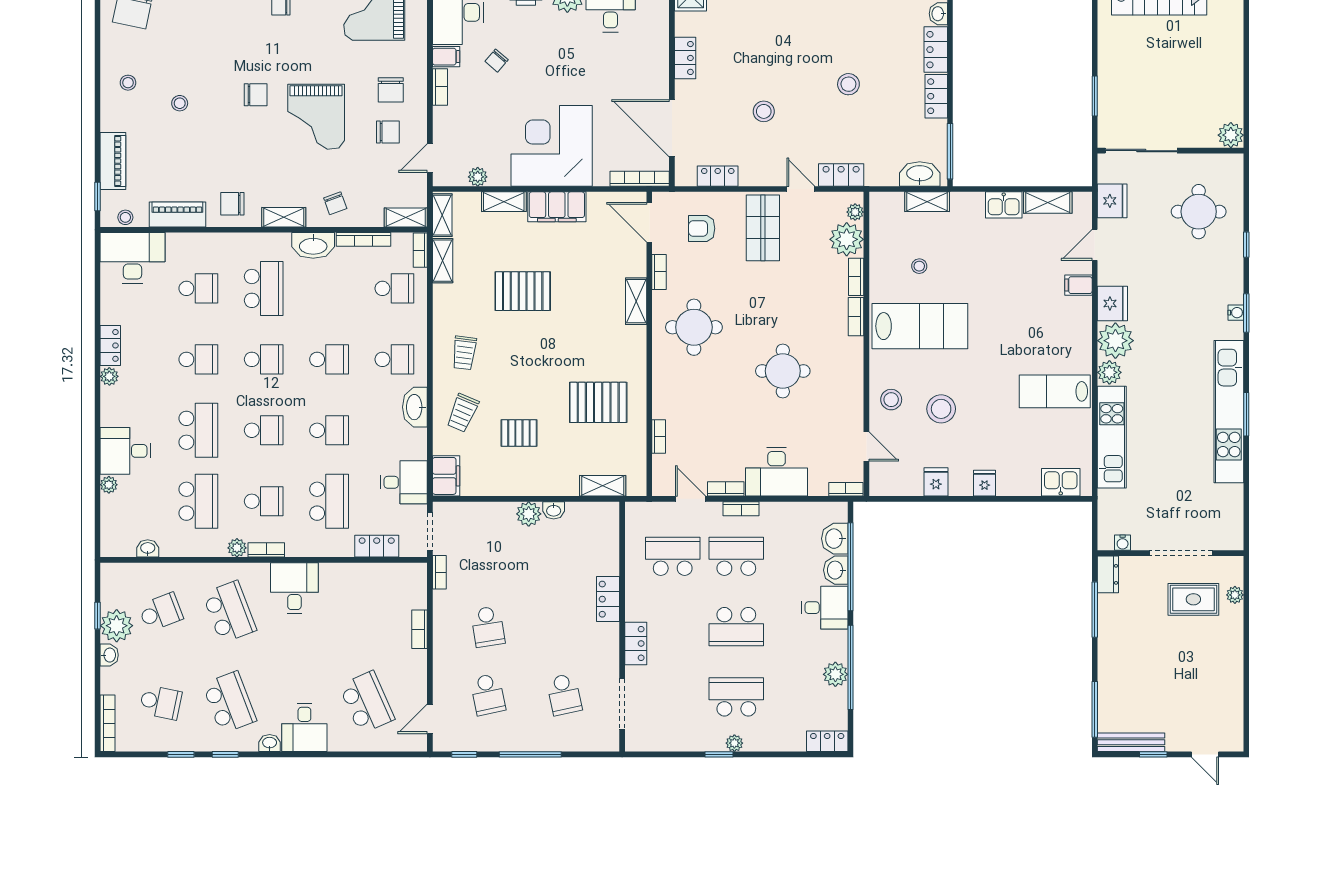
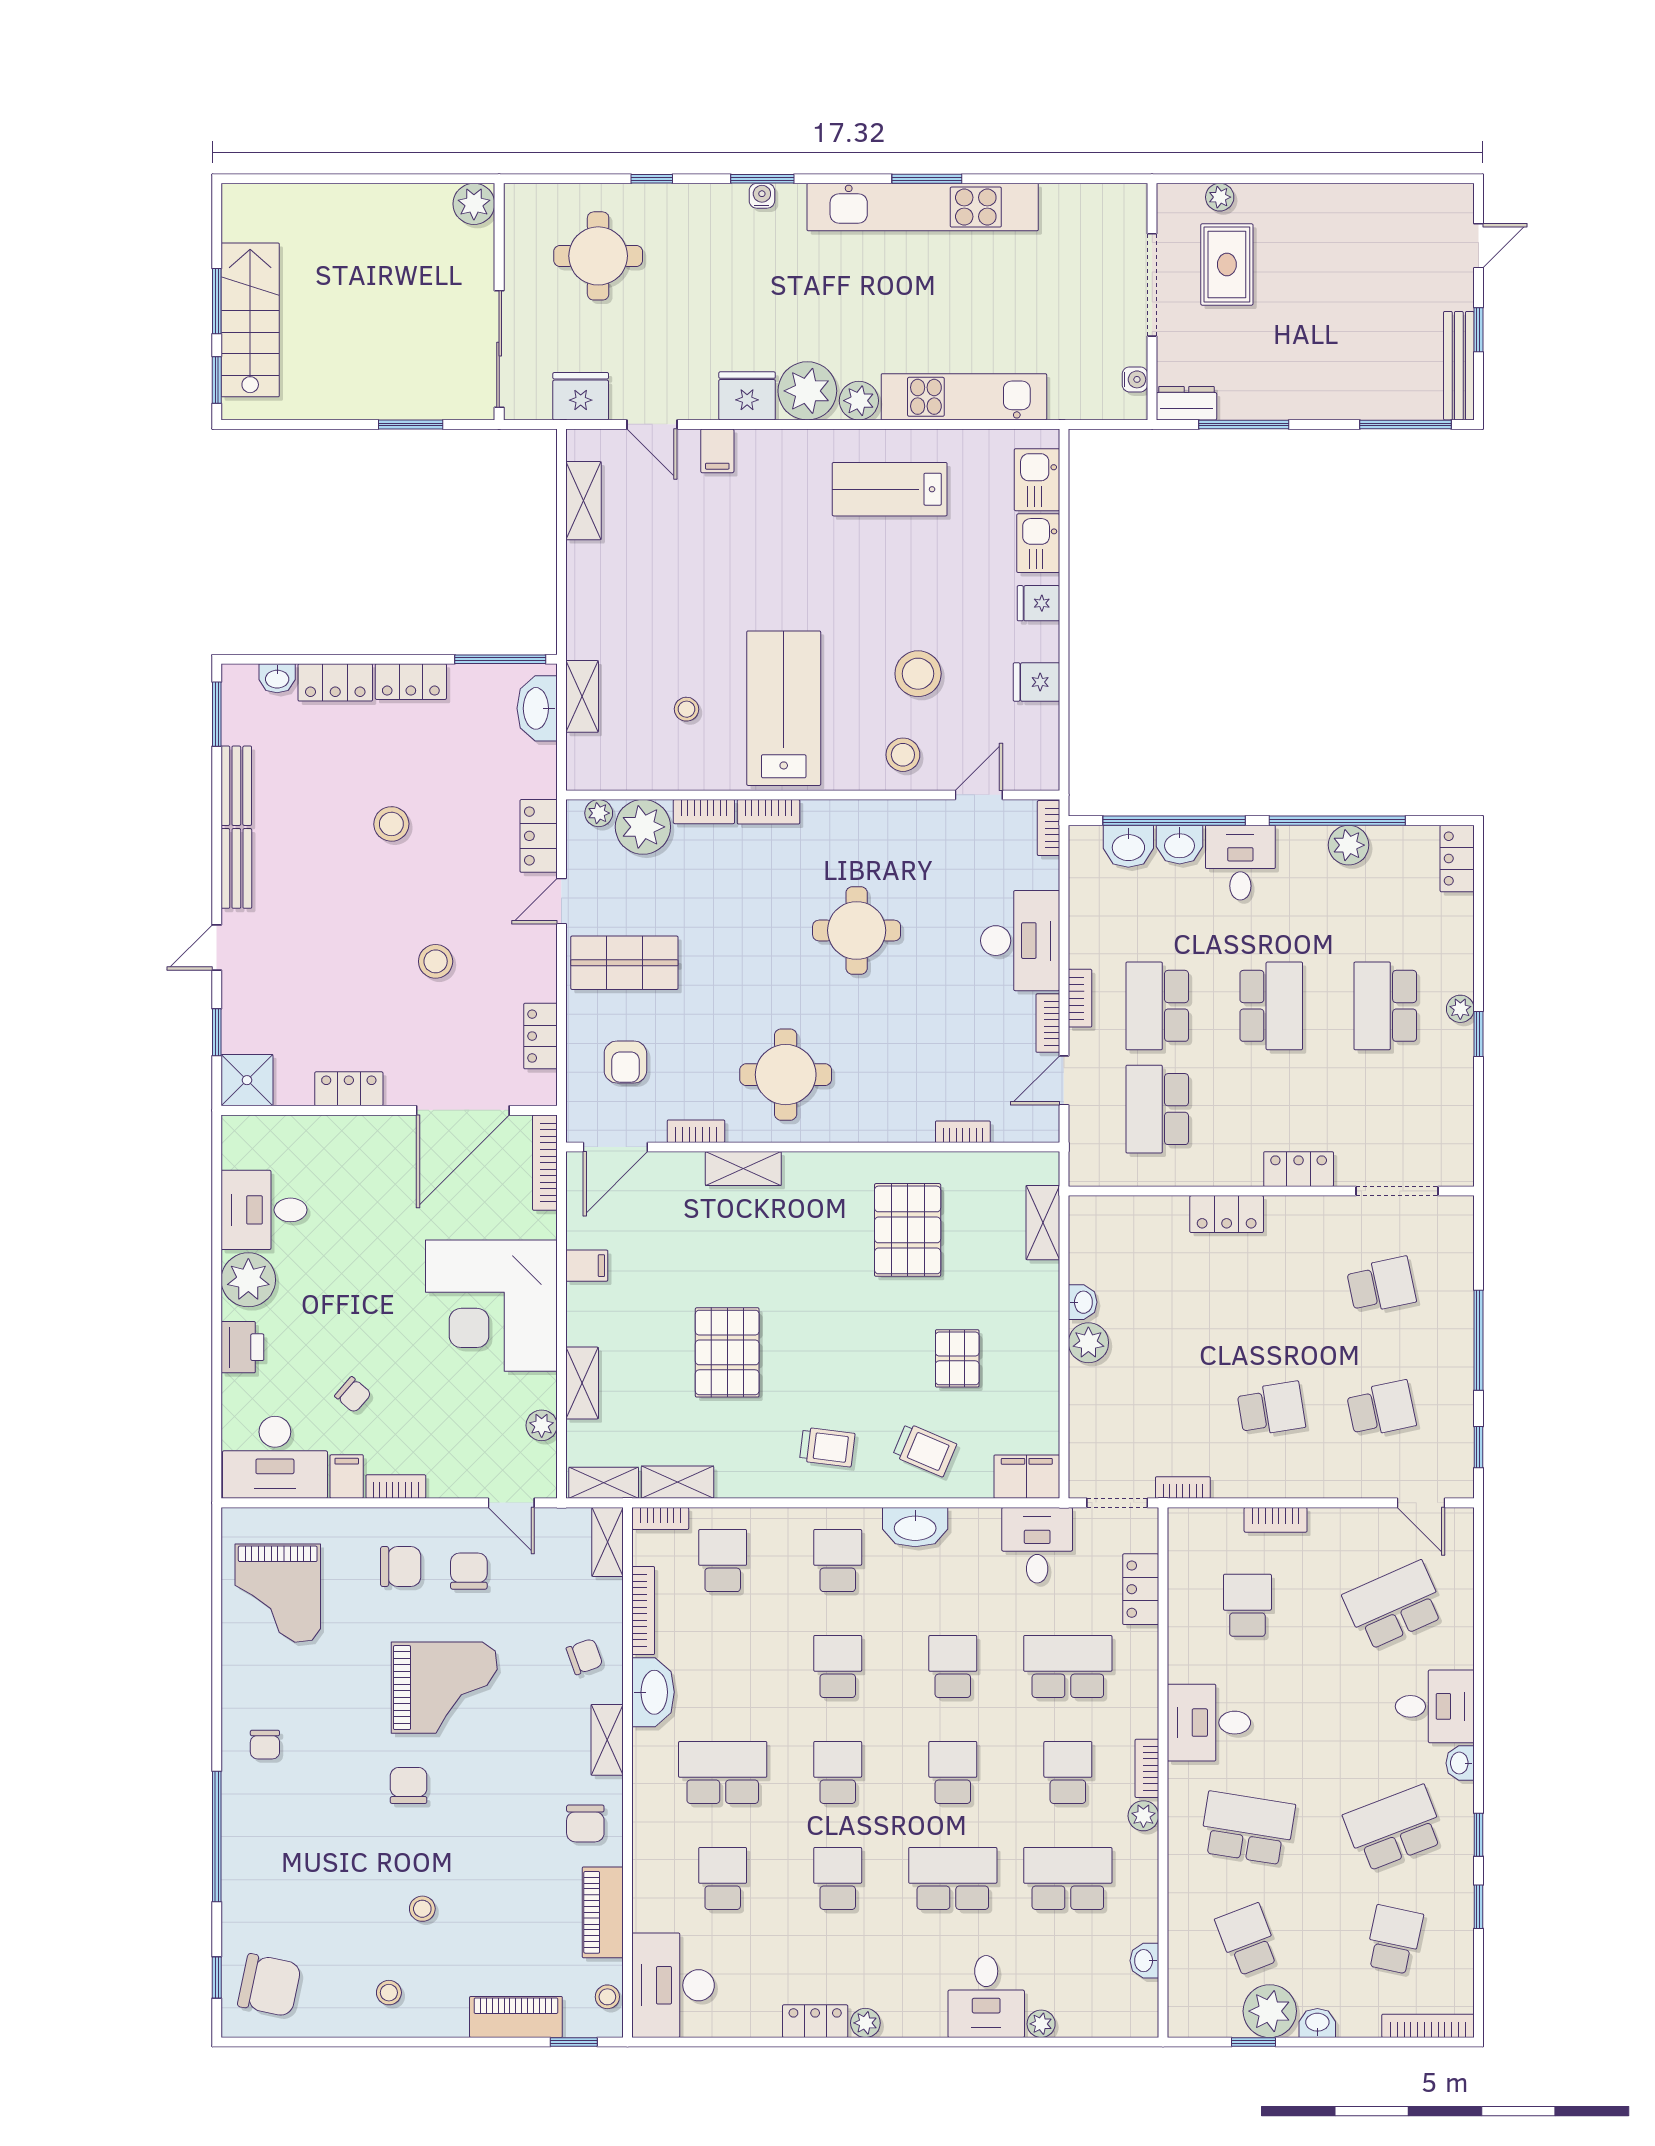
kitchen sink: (1004, 205) -> (1038, 543), moved, turned 180
filing cabinet: (557, 207) -> (587, 1266), width x0.33, depth x0.86
lab bench: (1055, 391) -> (890, 489), turned 90
school desk: (229, 612) -> (1247, 1828), turned 30
school desk: (367, 612) -> (1247, 1605), added

